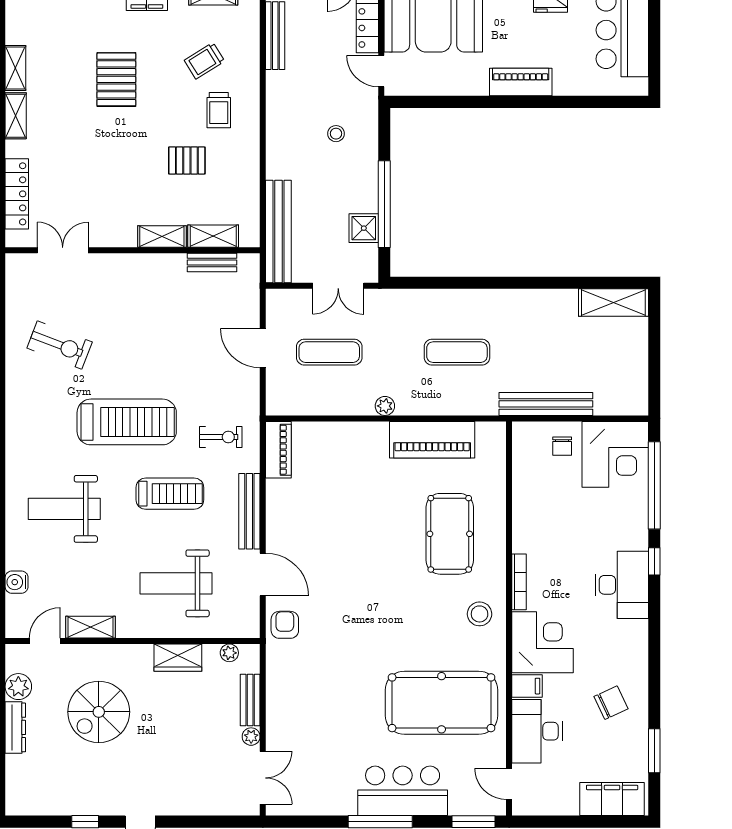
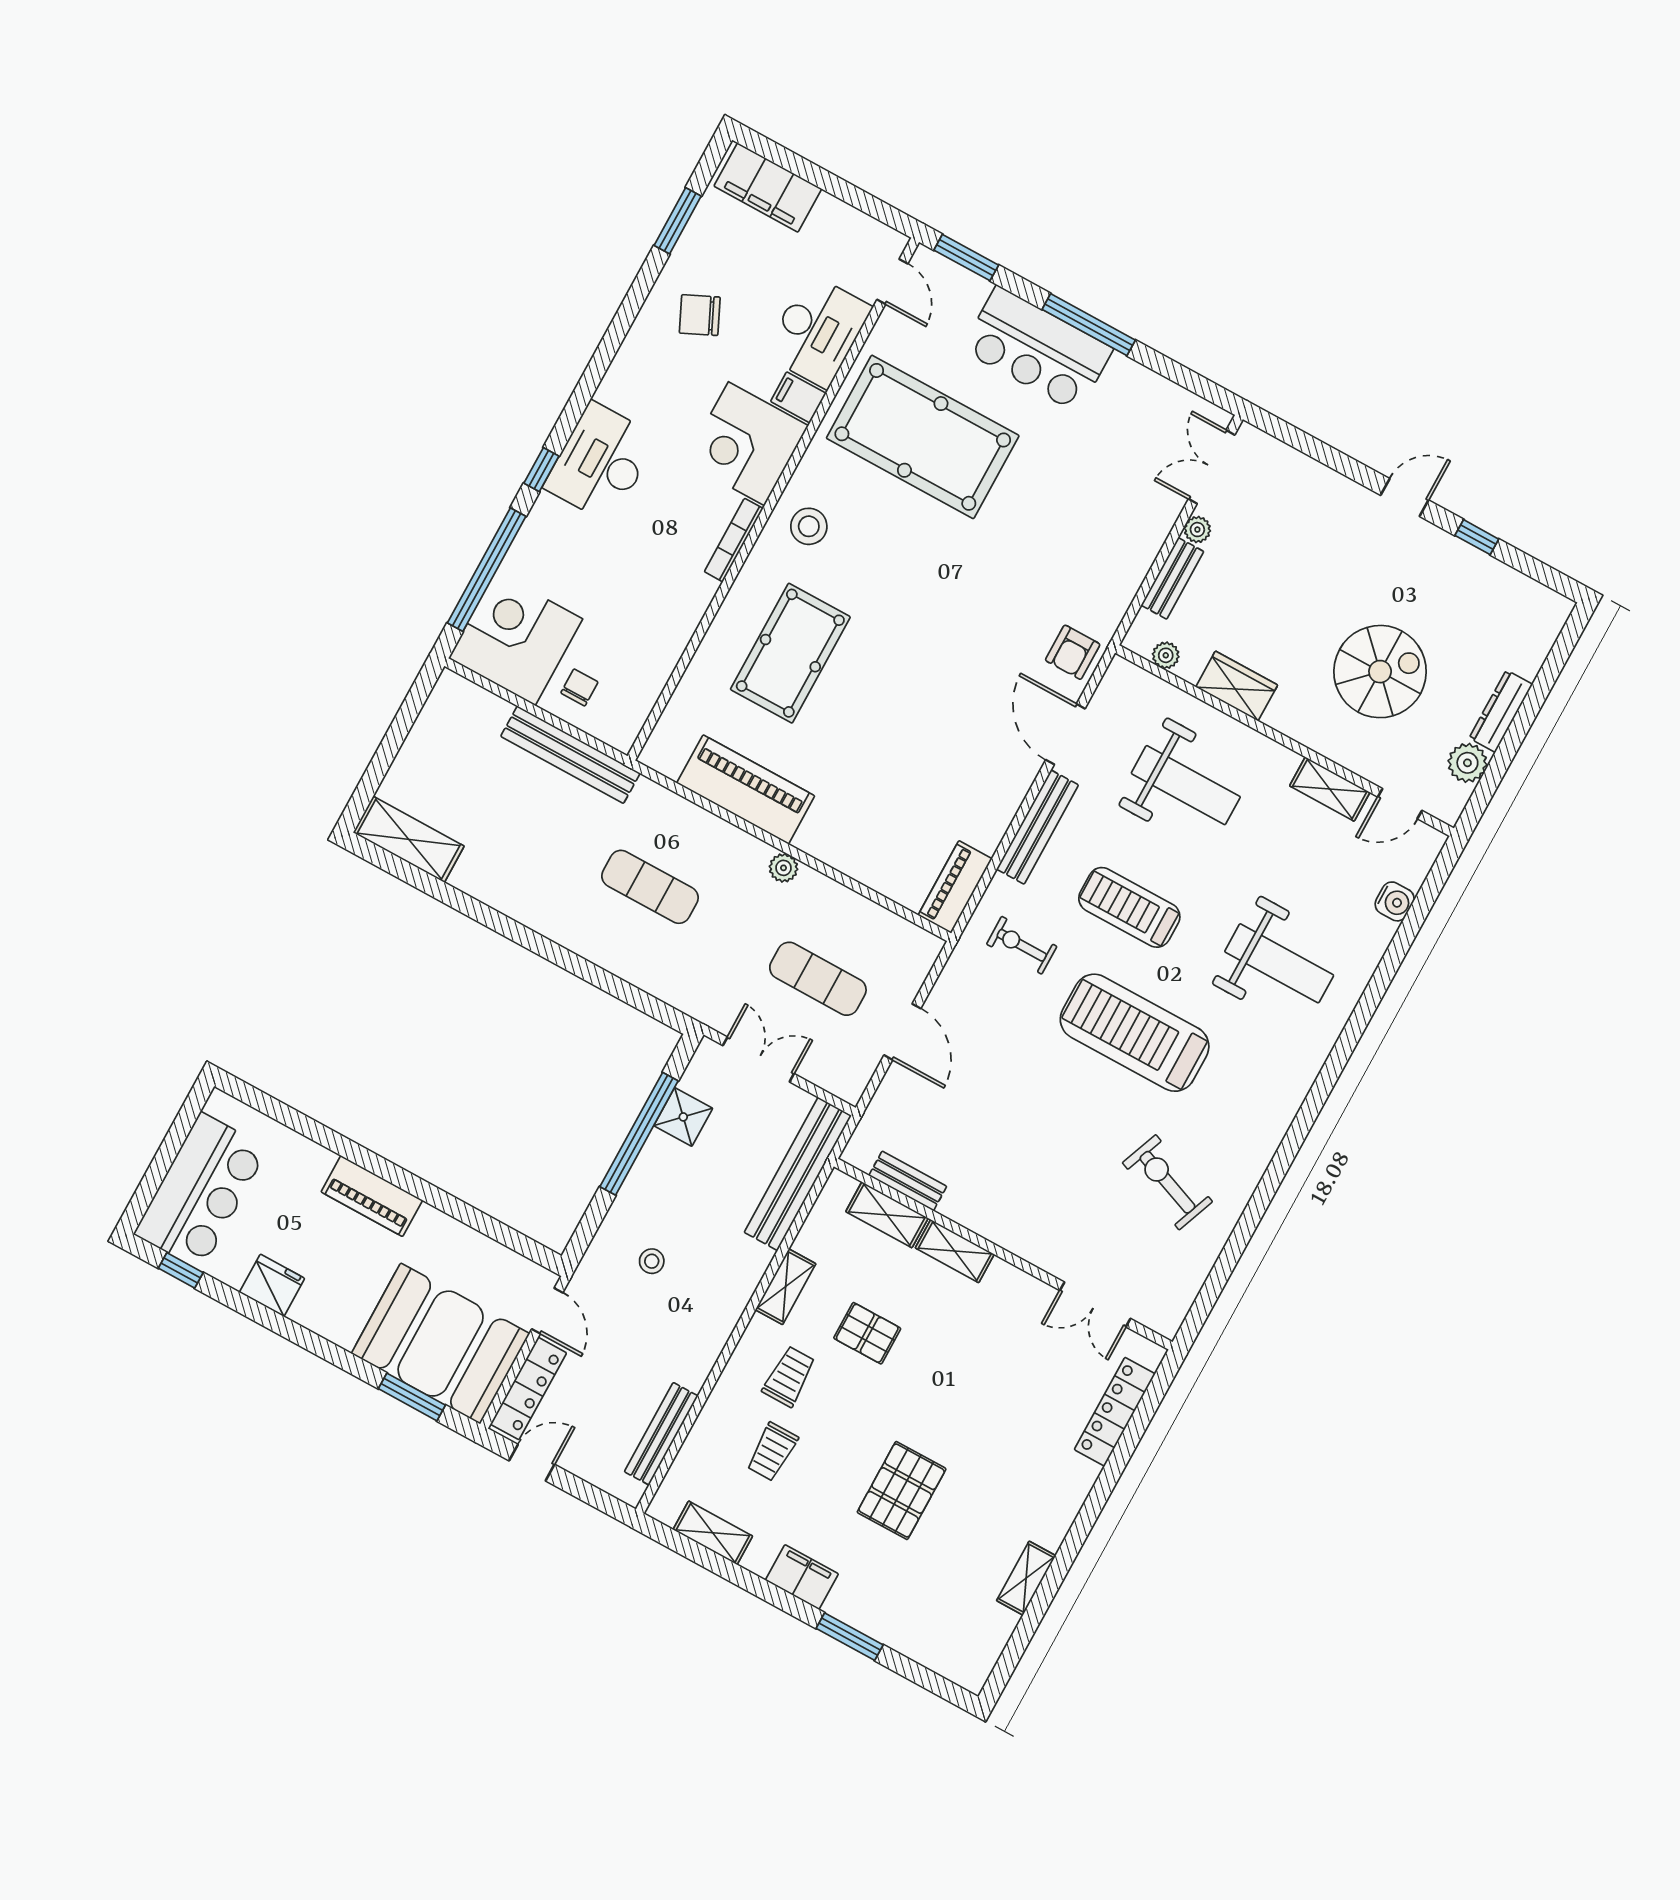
trolley: (204, 61) -> (772, 1452), turned 122
shelving: (16, 116) -> (786, 1287), moved

